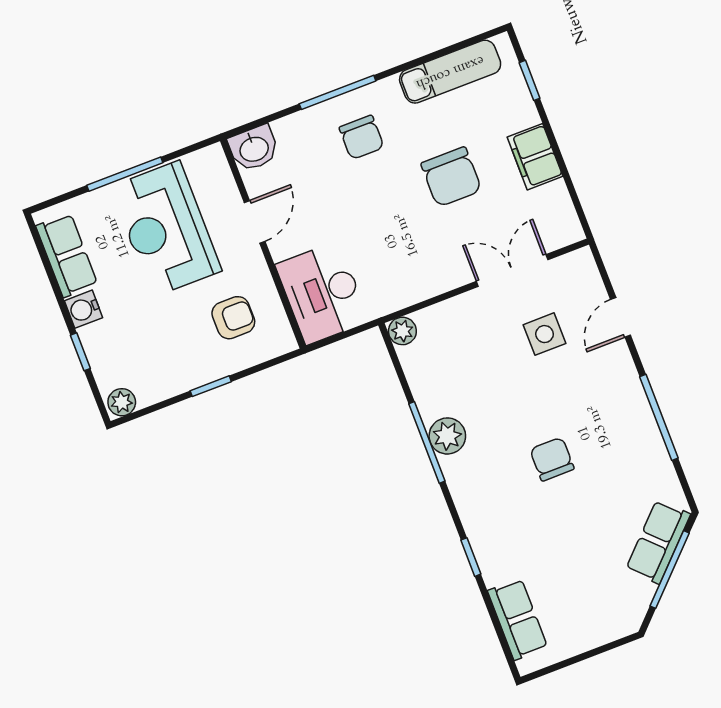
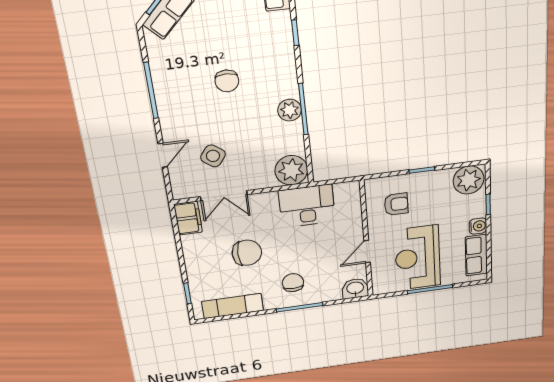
filing cabinet: (535, 157) -> (188, 218), moved
chair: (451, 177) -> (247, 253), turned 90
reception desk: (166, 229) -> (418, 258), turned 180
desk: (322, 293) -> (307, 206), moved, turned -90
armchair: (233, 318) -> (396, 204), turned 180
plant: (402, 331) -> (291, 170), width x1.87, depth x1.87
side table: (545, 334) -> (213, 156), turned 37
plant: (122, 402) -> (469, 180), width x1.87, depth x1.87

